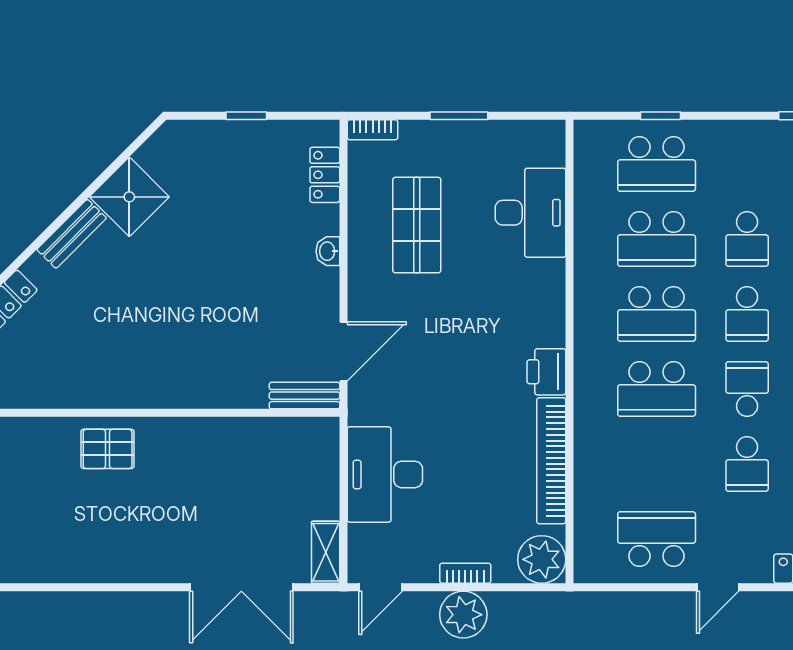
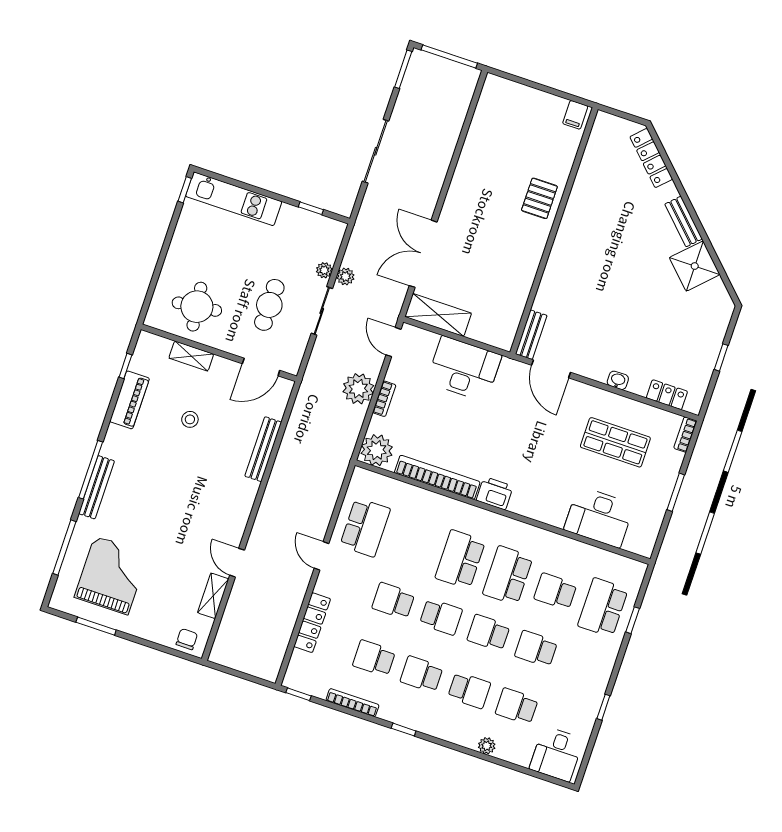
school desk: (657, 239) -> (555, 591), width x0.54
shelving: (326, 552) -> (438, 315), width x1.50, depth x1.33

